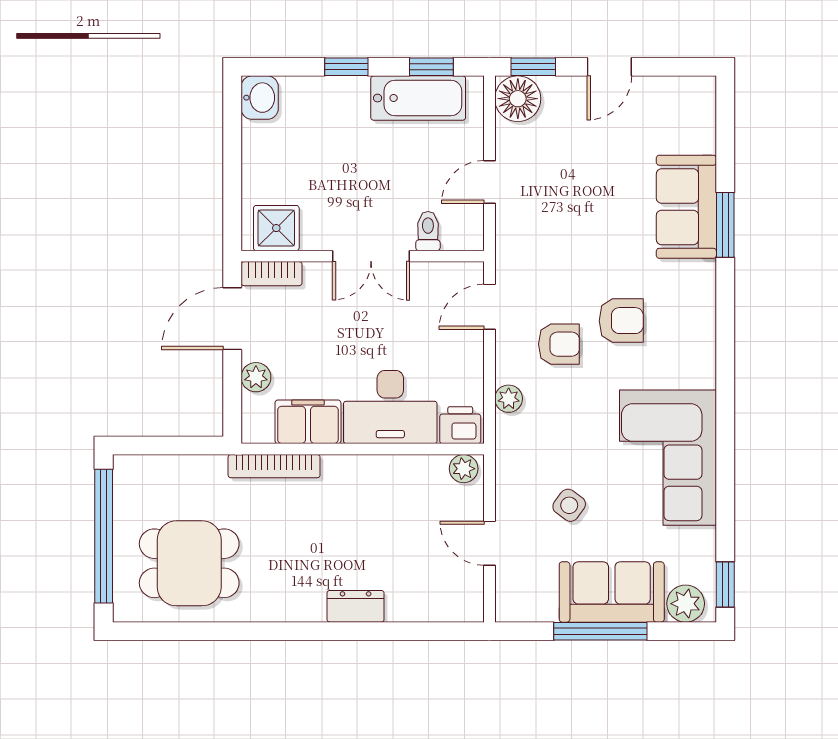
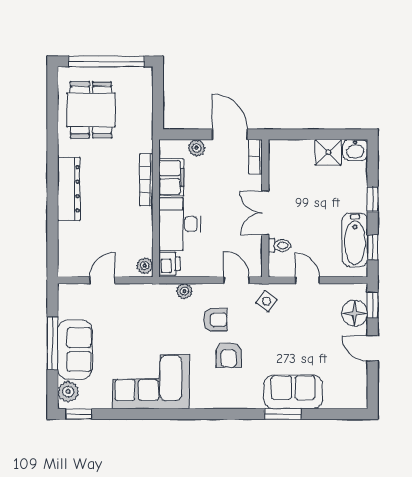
floor lamp: (518, 99) -> (355, 313), moved
shower: (276, 228) -> (328, 152), moved
armchair: (559, 344) -> (215, 320), turned -90
bookcase: (274, 466) -> (146, 180), moved
side table: (569, 505) -> (266, 301), moved
dresser: (356, 606) -> (69, 189), width x1.96, depth x1.24

